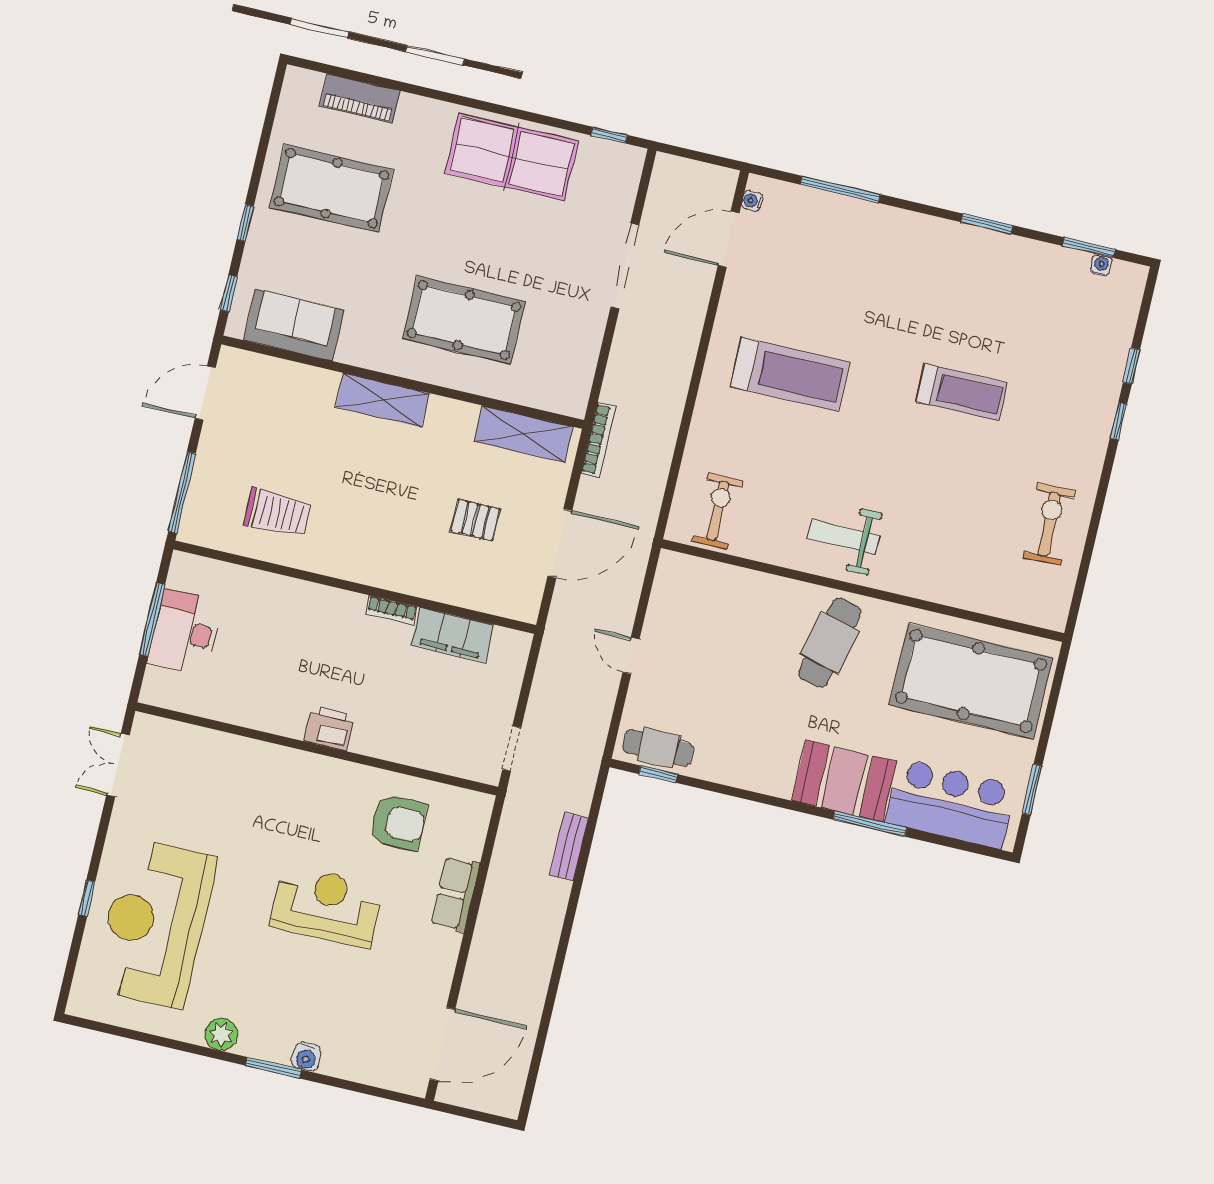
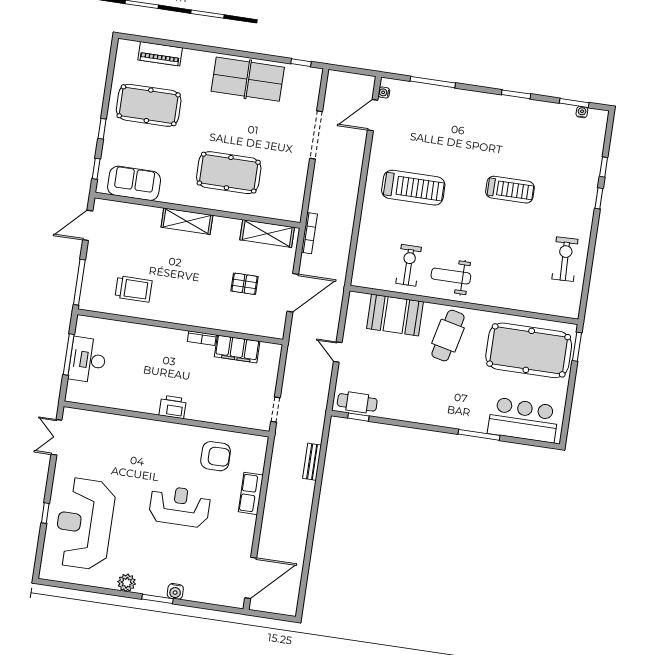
exercise bike: (718, 511) -> (409, 265), moved
booth: (844, 781) -> (395, 315), moved
window: (1032, 789) -> (577, 347), moved

